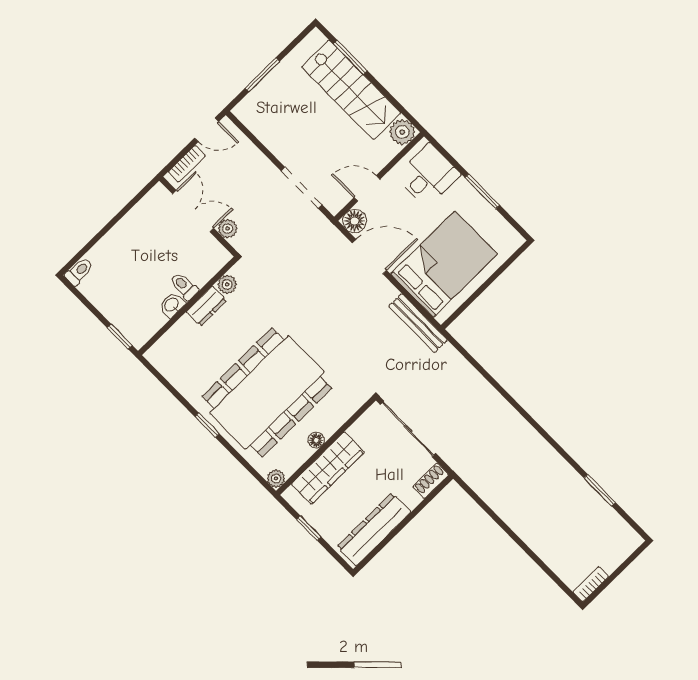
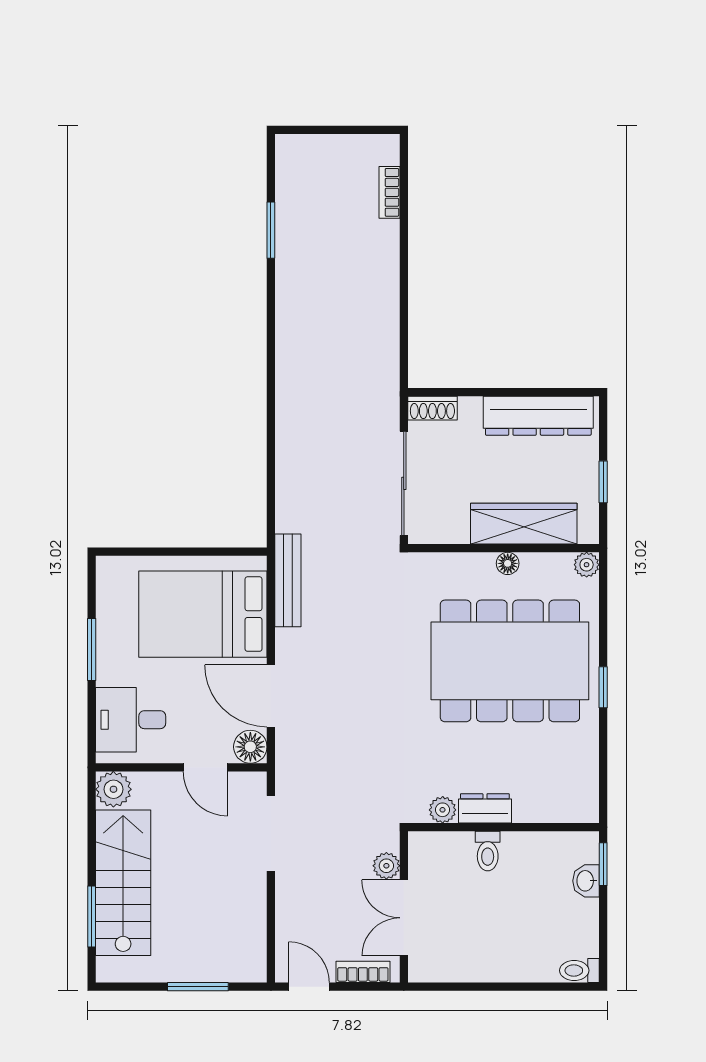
washbasin: (172, 305) -> (586, 881), moved, turned 90
bookcase: (591, 584) -> (389, 192), moved, turned 90

